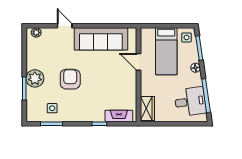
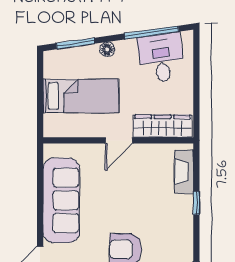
side table: (187, 37) -> (59, 64), removed
door: (138, 62) -> (119, 140), moved
wardrobe: (147, 109) -> (163, 126), width x1.50

